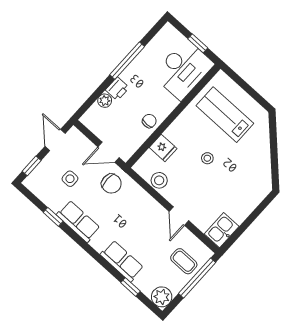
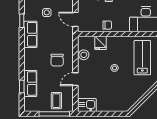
chair: (111, 184) -> (57, 60), moved
row of seats: (122, 261) -> (30, 83), moved
plant: (162, 297) -> (30, 105), removed

